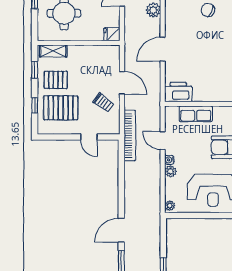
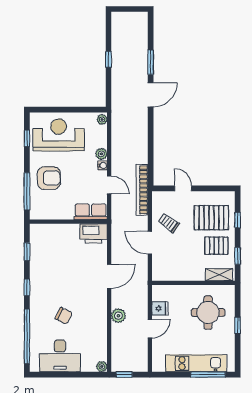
fridge: (112, 34) -> (160, 308), moved
row of seats: (196, 114) -> (91, 212), moved

